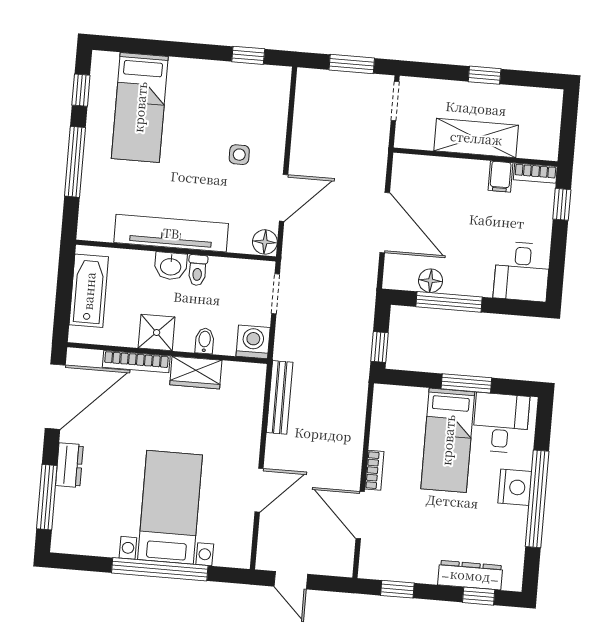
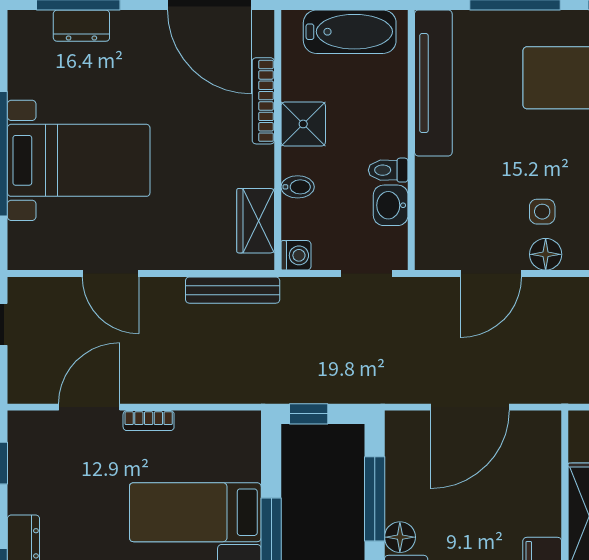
door: (284, 198) -> (491, 274), hinge flipped
tv unit: (171, 233) -> (433, 83), moved
floor lamp: (265, 242) -> (546, 254), moved
washbasin: (171, 266) -> (391, 205), moved
floor lamp: (431, 281) -> (400, 537), moved
washing machine: (253, 342) -> (296, 255), width x0.73, depth x0.73
wardrobe: (196, 373) -> (256, 221), moved
dresser: (69, 465) -> (81, 26), moved

